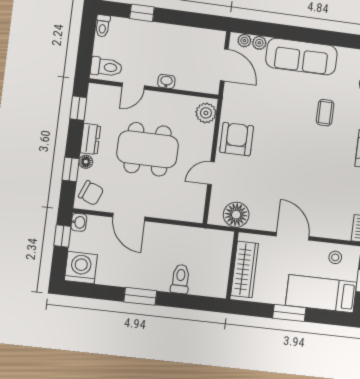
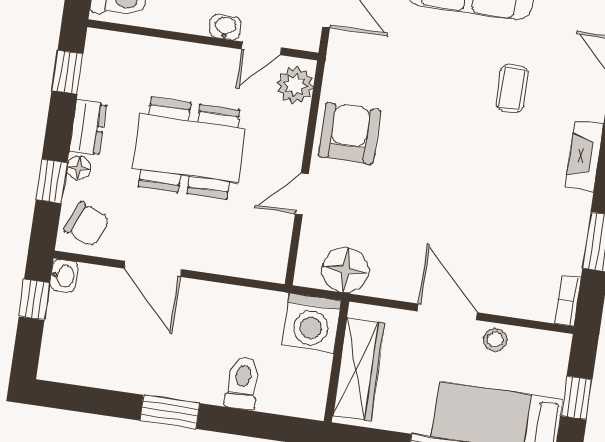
door: (133, 86) -> (262, 48), moved
stool: (335, 257) -> (495, 340), moved
washing machine: (81, 268) -> (312, 323), moved, turned 180

